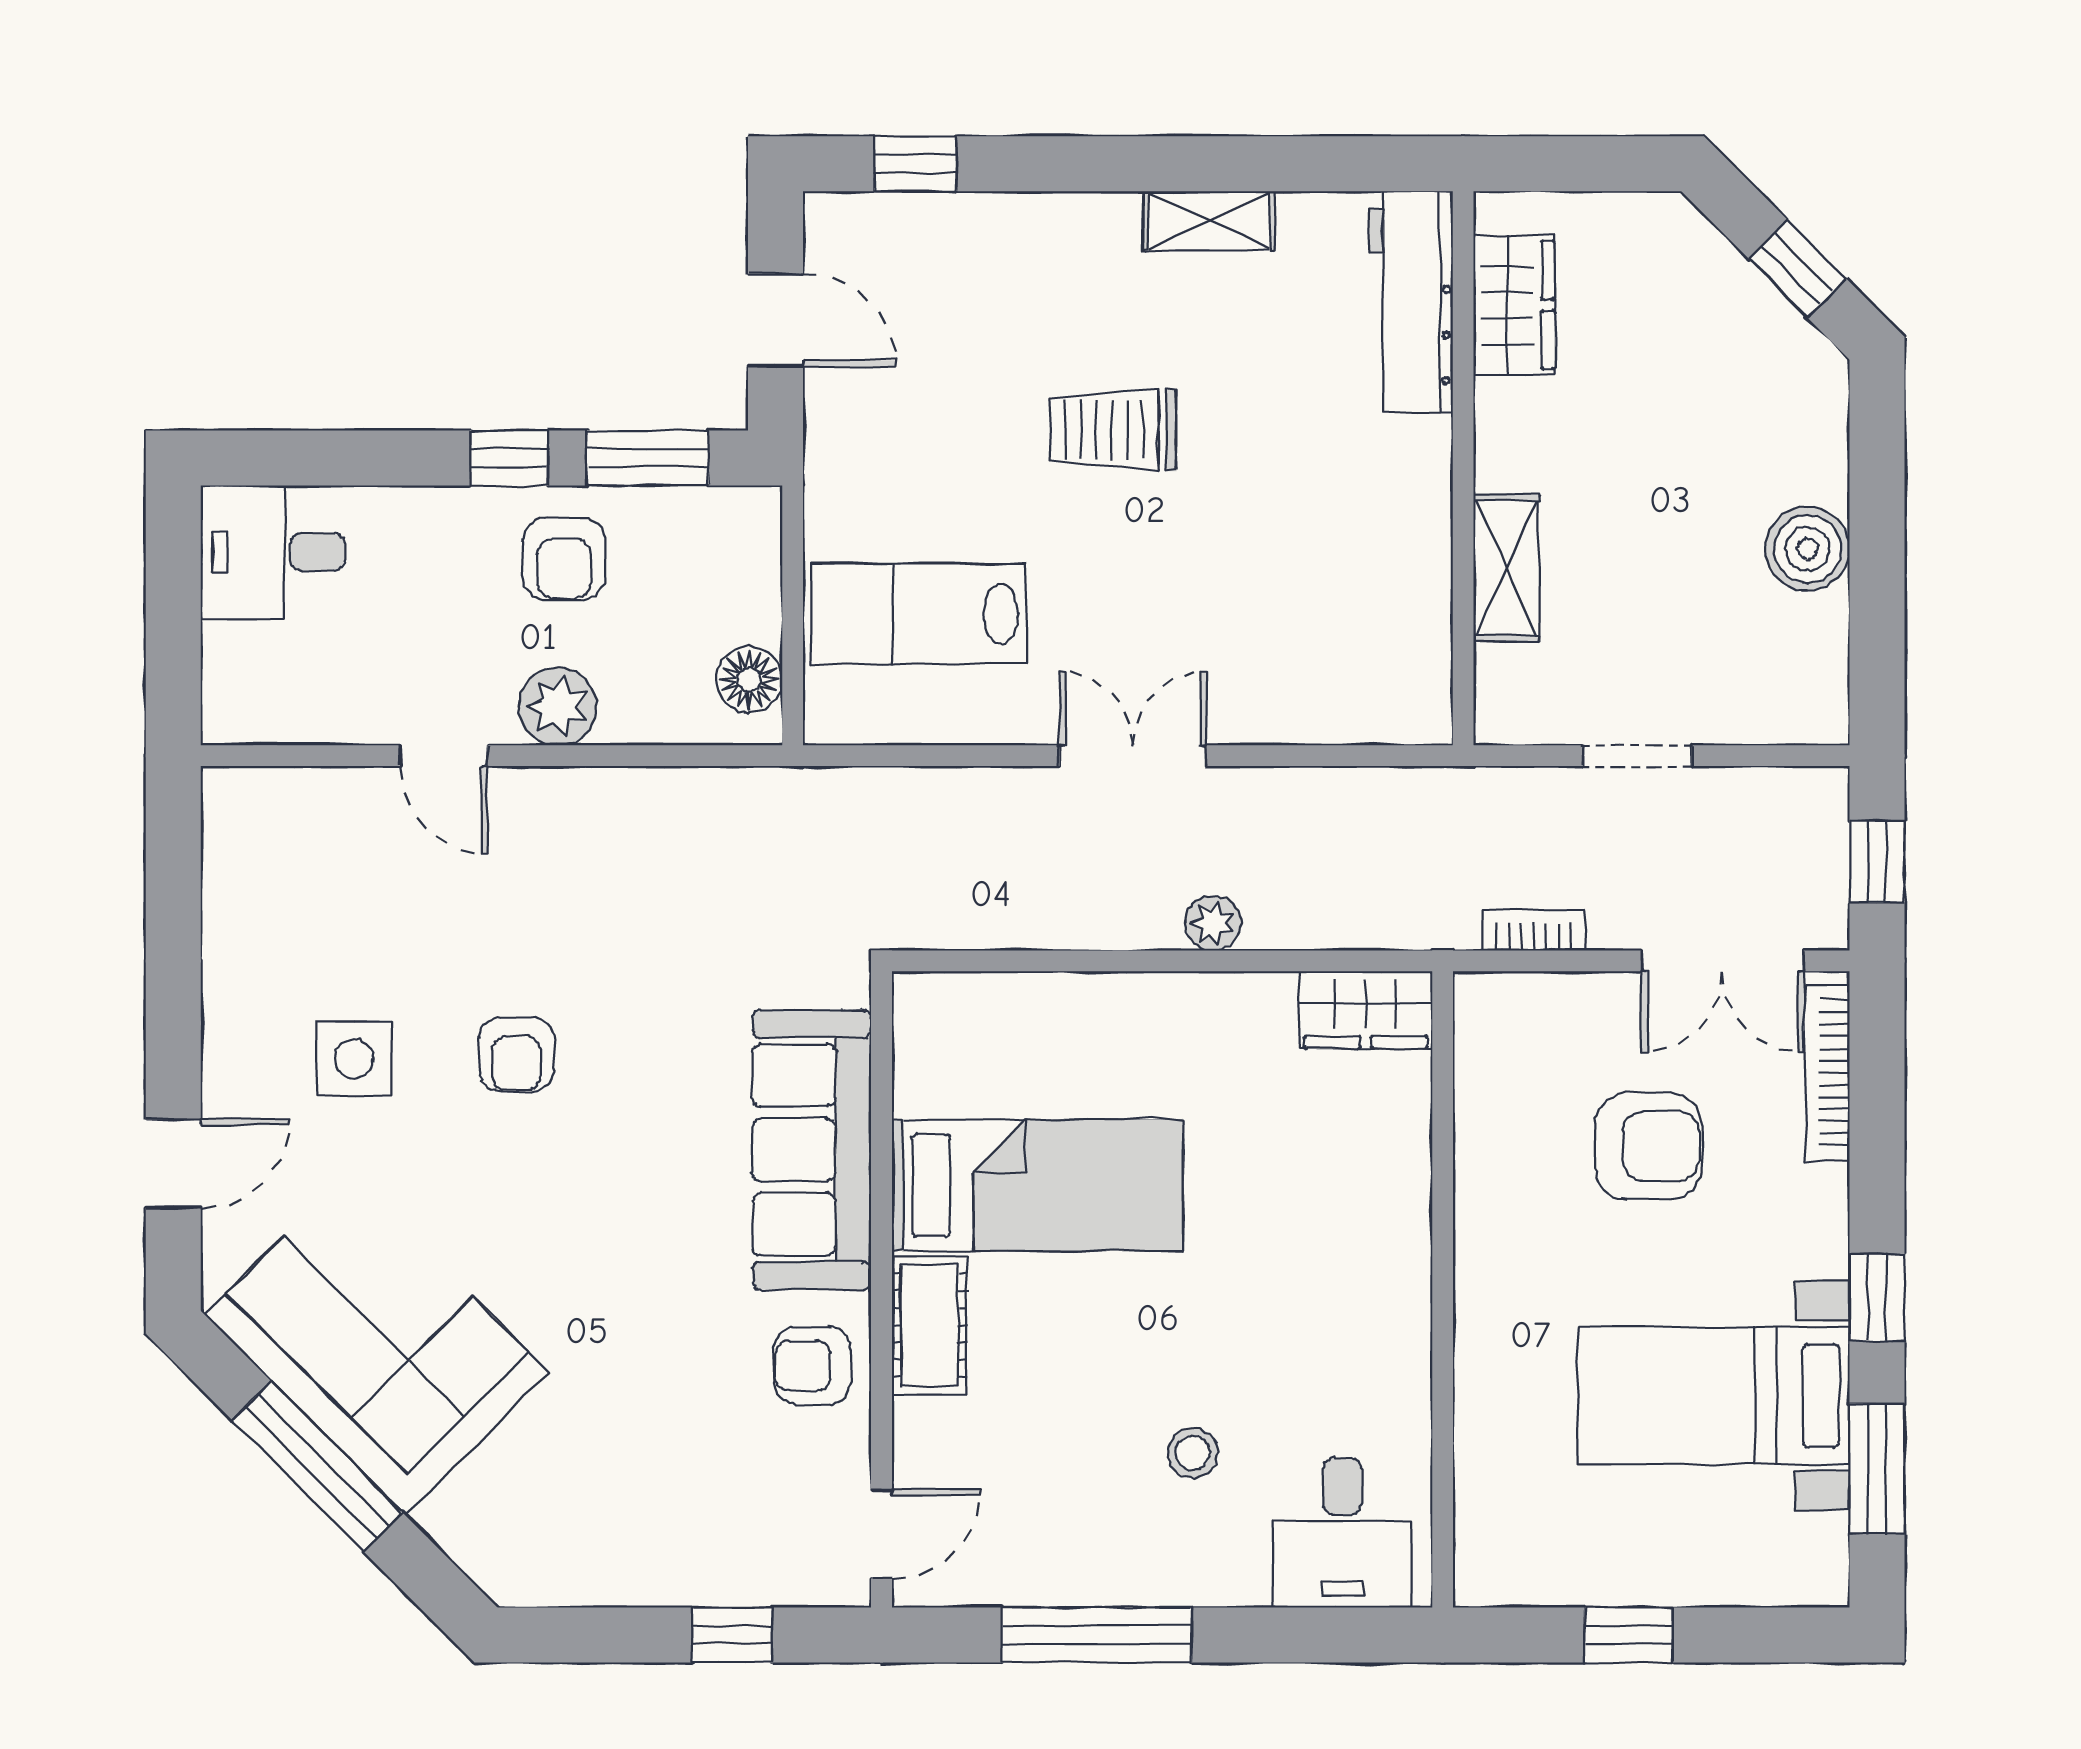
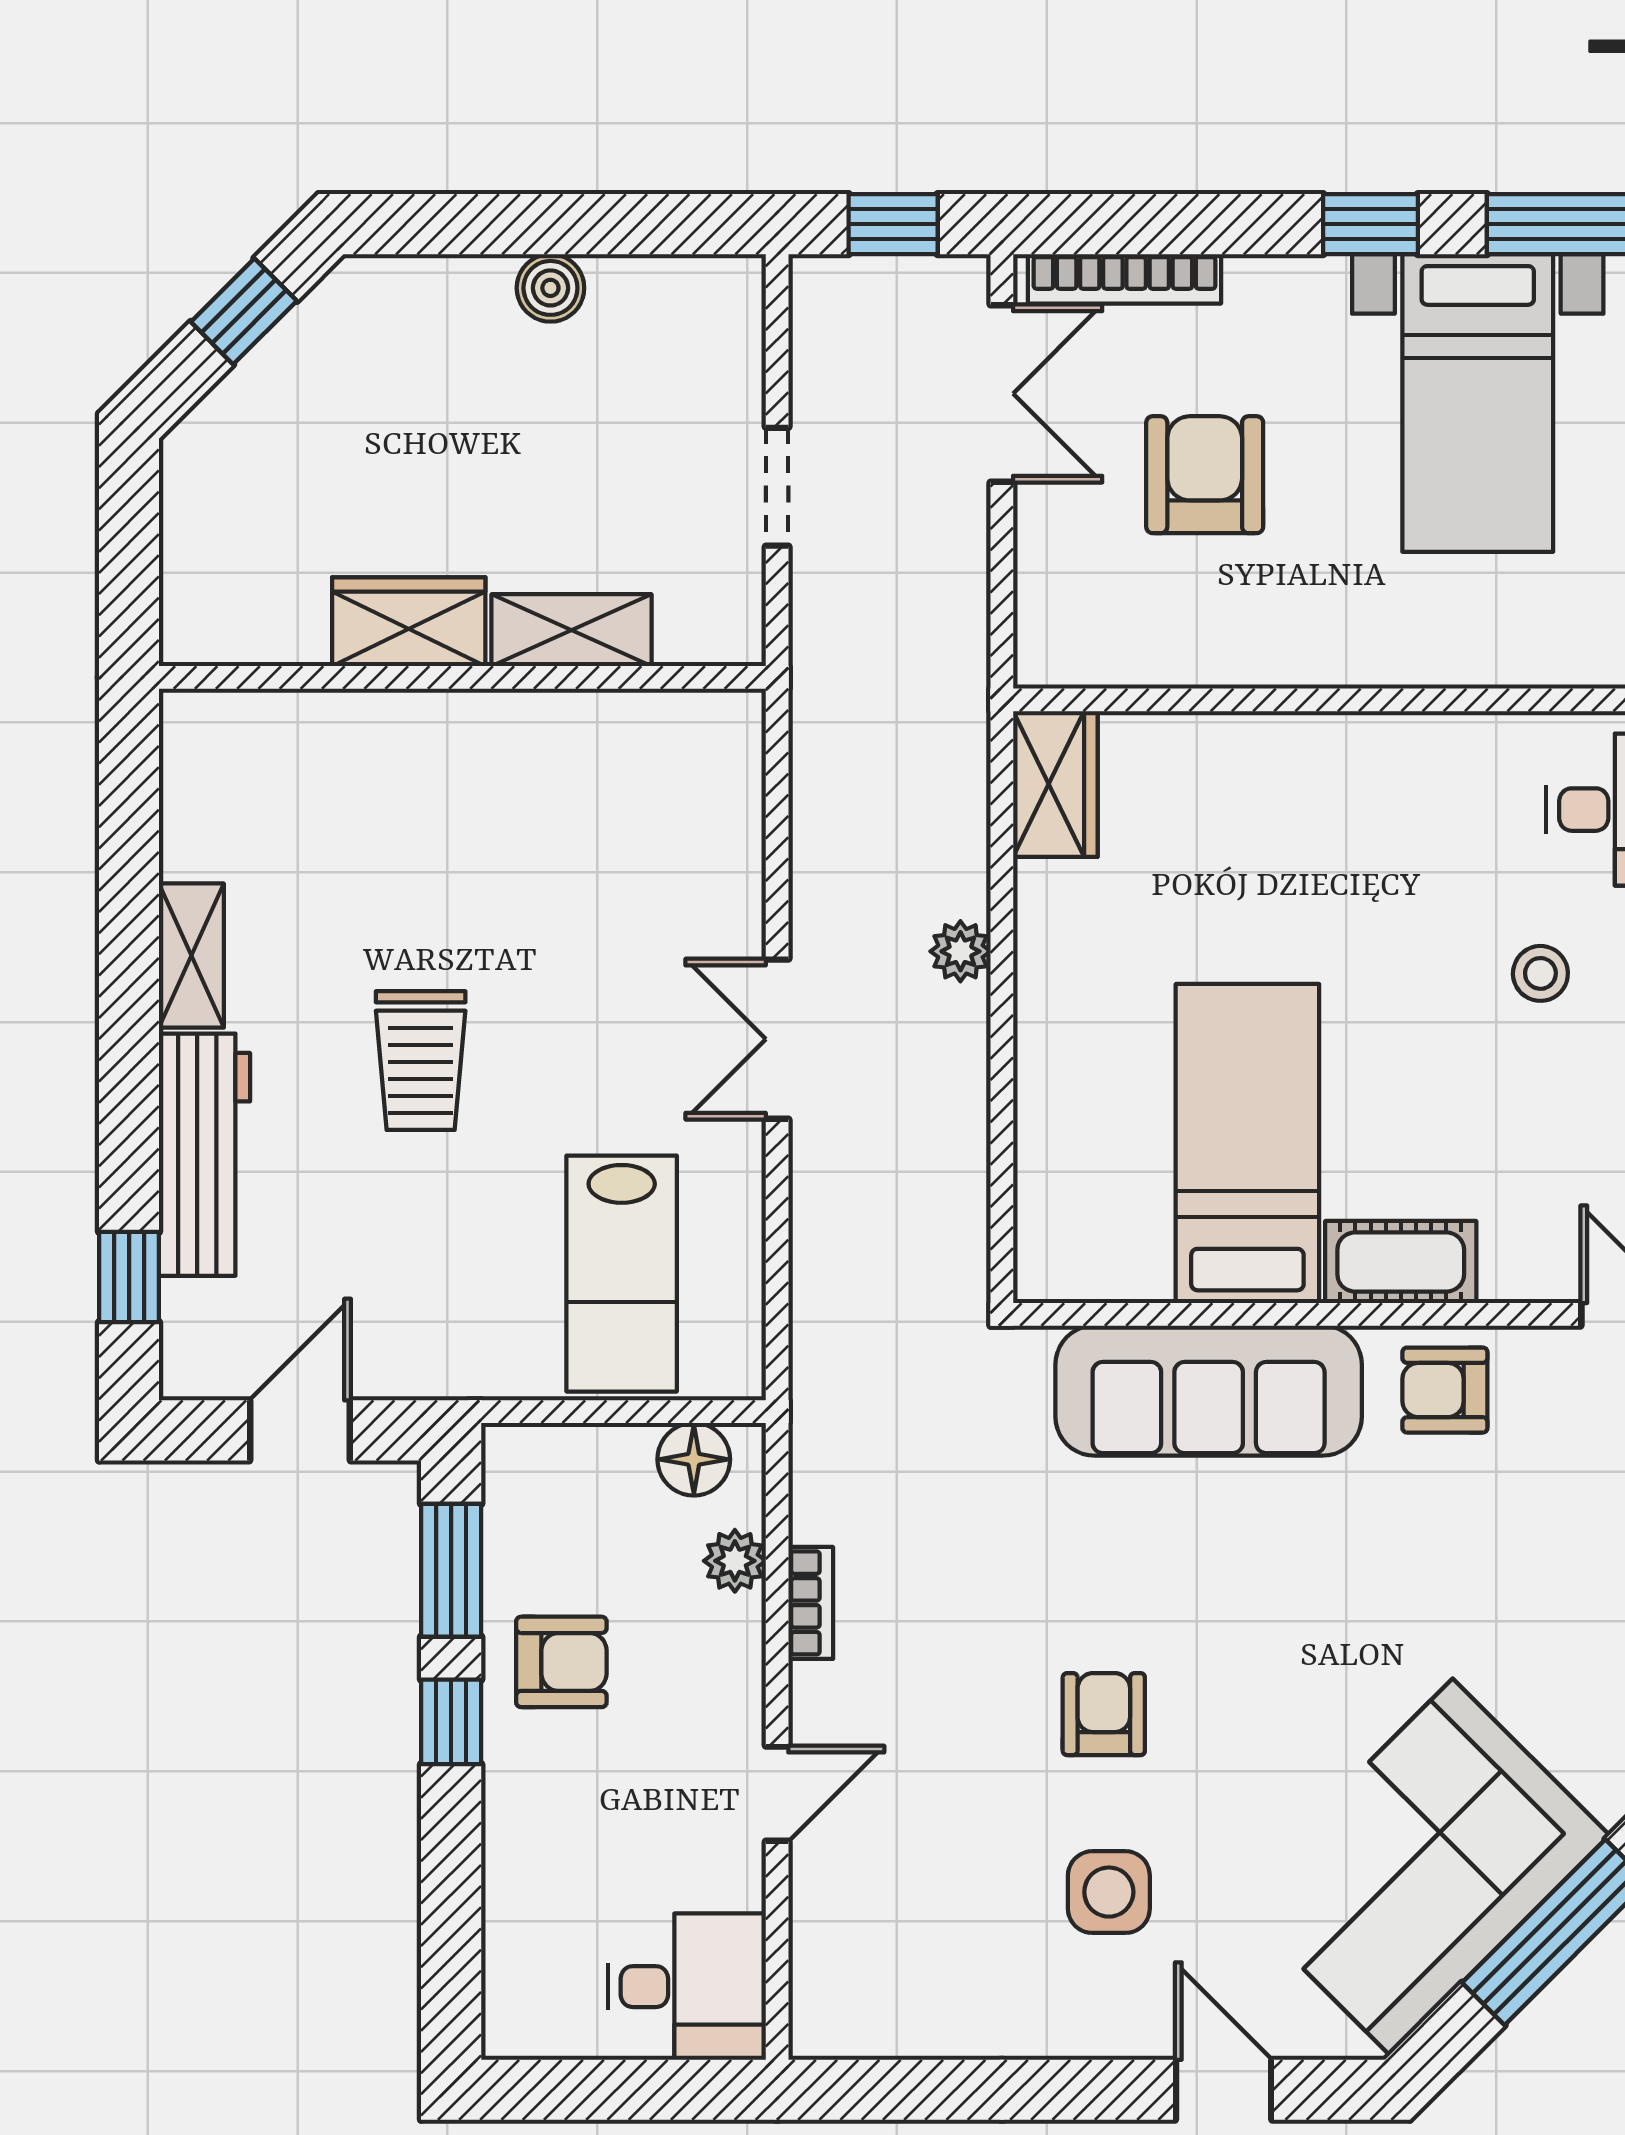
workbench: (1411, 302) -> (204, 1155), moved, turned -90
wardrobe: (1514, 305) -> (409, 622), moved
boiler: (1808, 549) -> (550, 288), width x0.73, depth x0.73
desk: (273, 552) -> (687, 1987), moved, turned -90
plant: (558, 706) -> (735, 1561), moved, width x0.73, depth x0.73
bookcase: (1534, 930) -> (811, 1603), moved, turned 180
armchair: (516, 1054) -> (1104, 1714), turned -90
armchair: (812, 1366) -> (1445, 1390), turned 90

